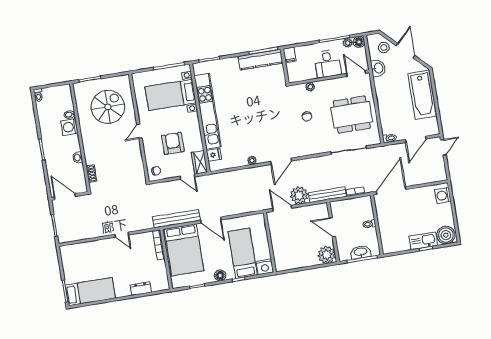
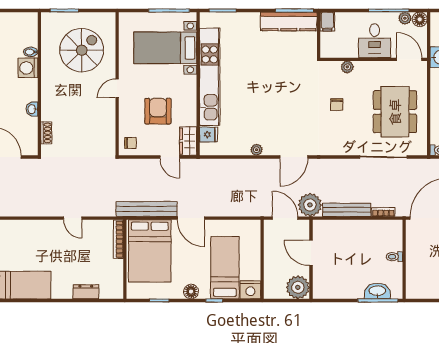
dining table: (352, 115) -> (395, 112), turned 90
door: (332, 227) -> (311, 253), moved
wall: (333, 232) -> (311, 259), moved
plant: (327, 255) -> (298, 287), moved

